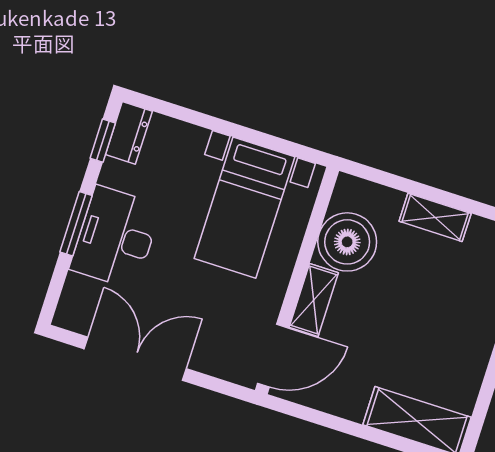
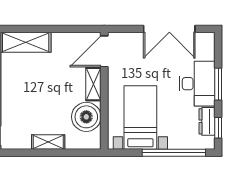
window: (202, 120) -> (174, 153), added
dresser: (129, 133) -> (207, 121), moved

